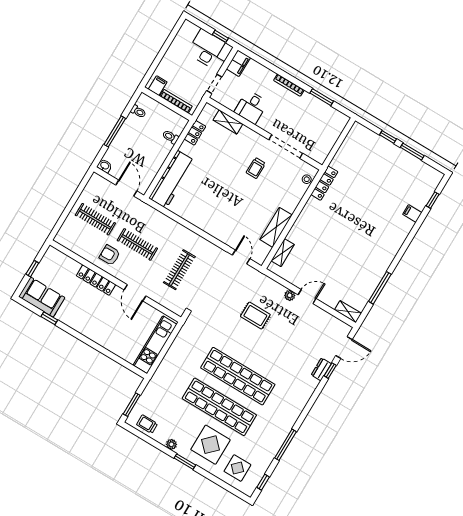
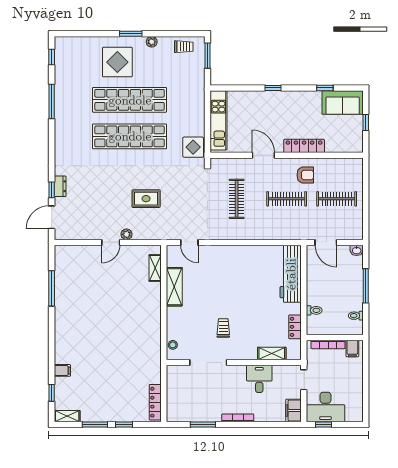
locker: (324, 183) -> (155, 402), moved
shelving: (348, 312) -> (67, 416), moved
window: (93, 344) -> (273, 88), added
display table: (237, 468) -> (193, 147), moved

